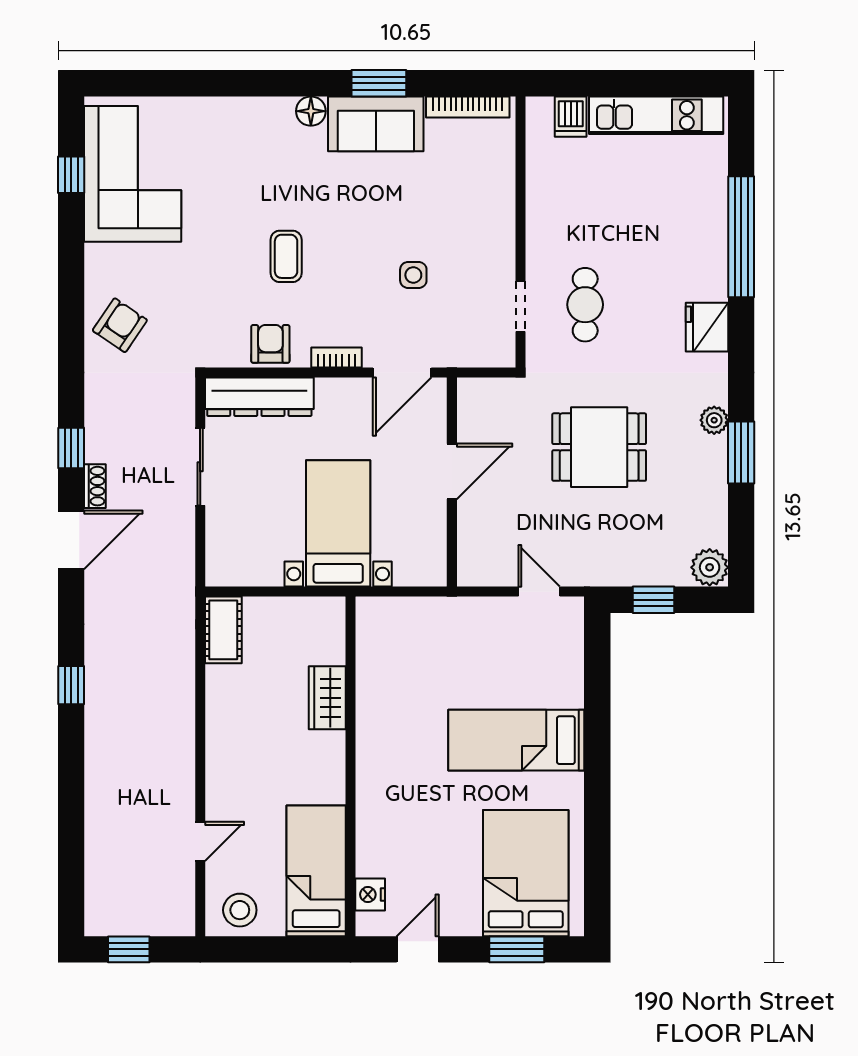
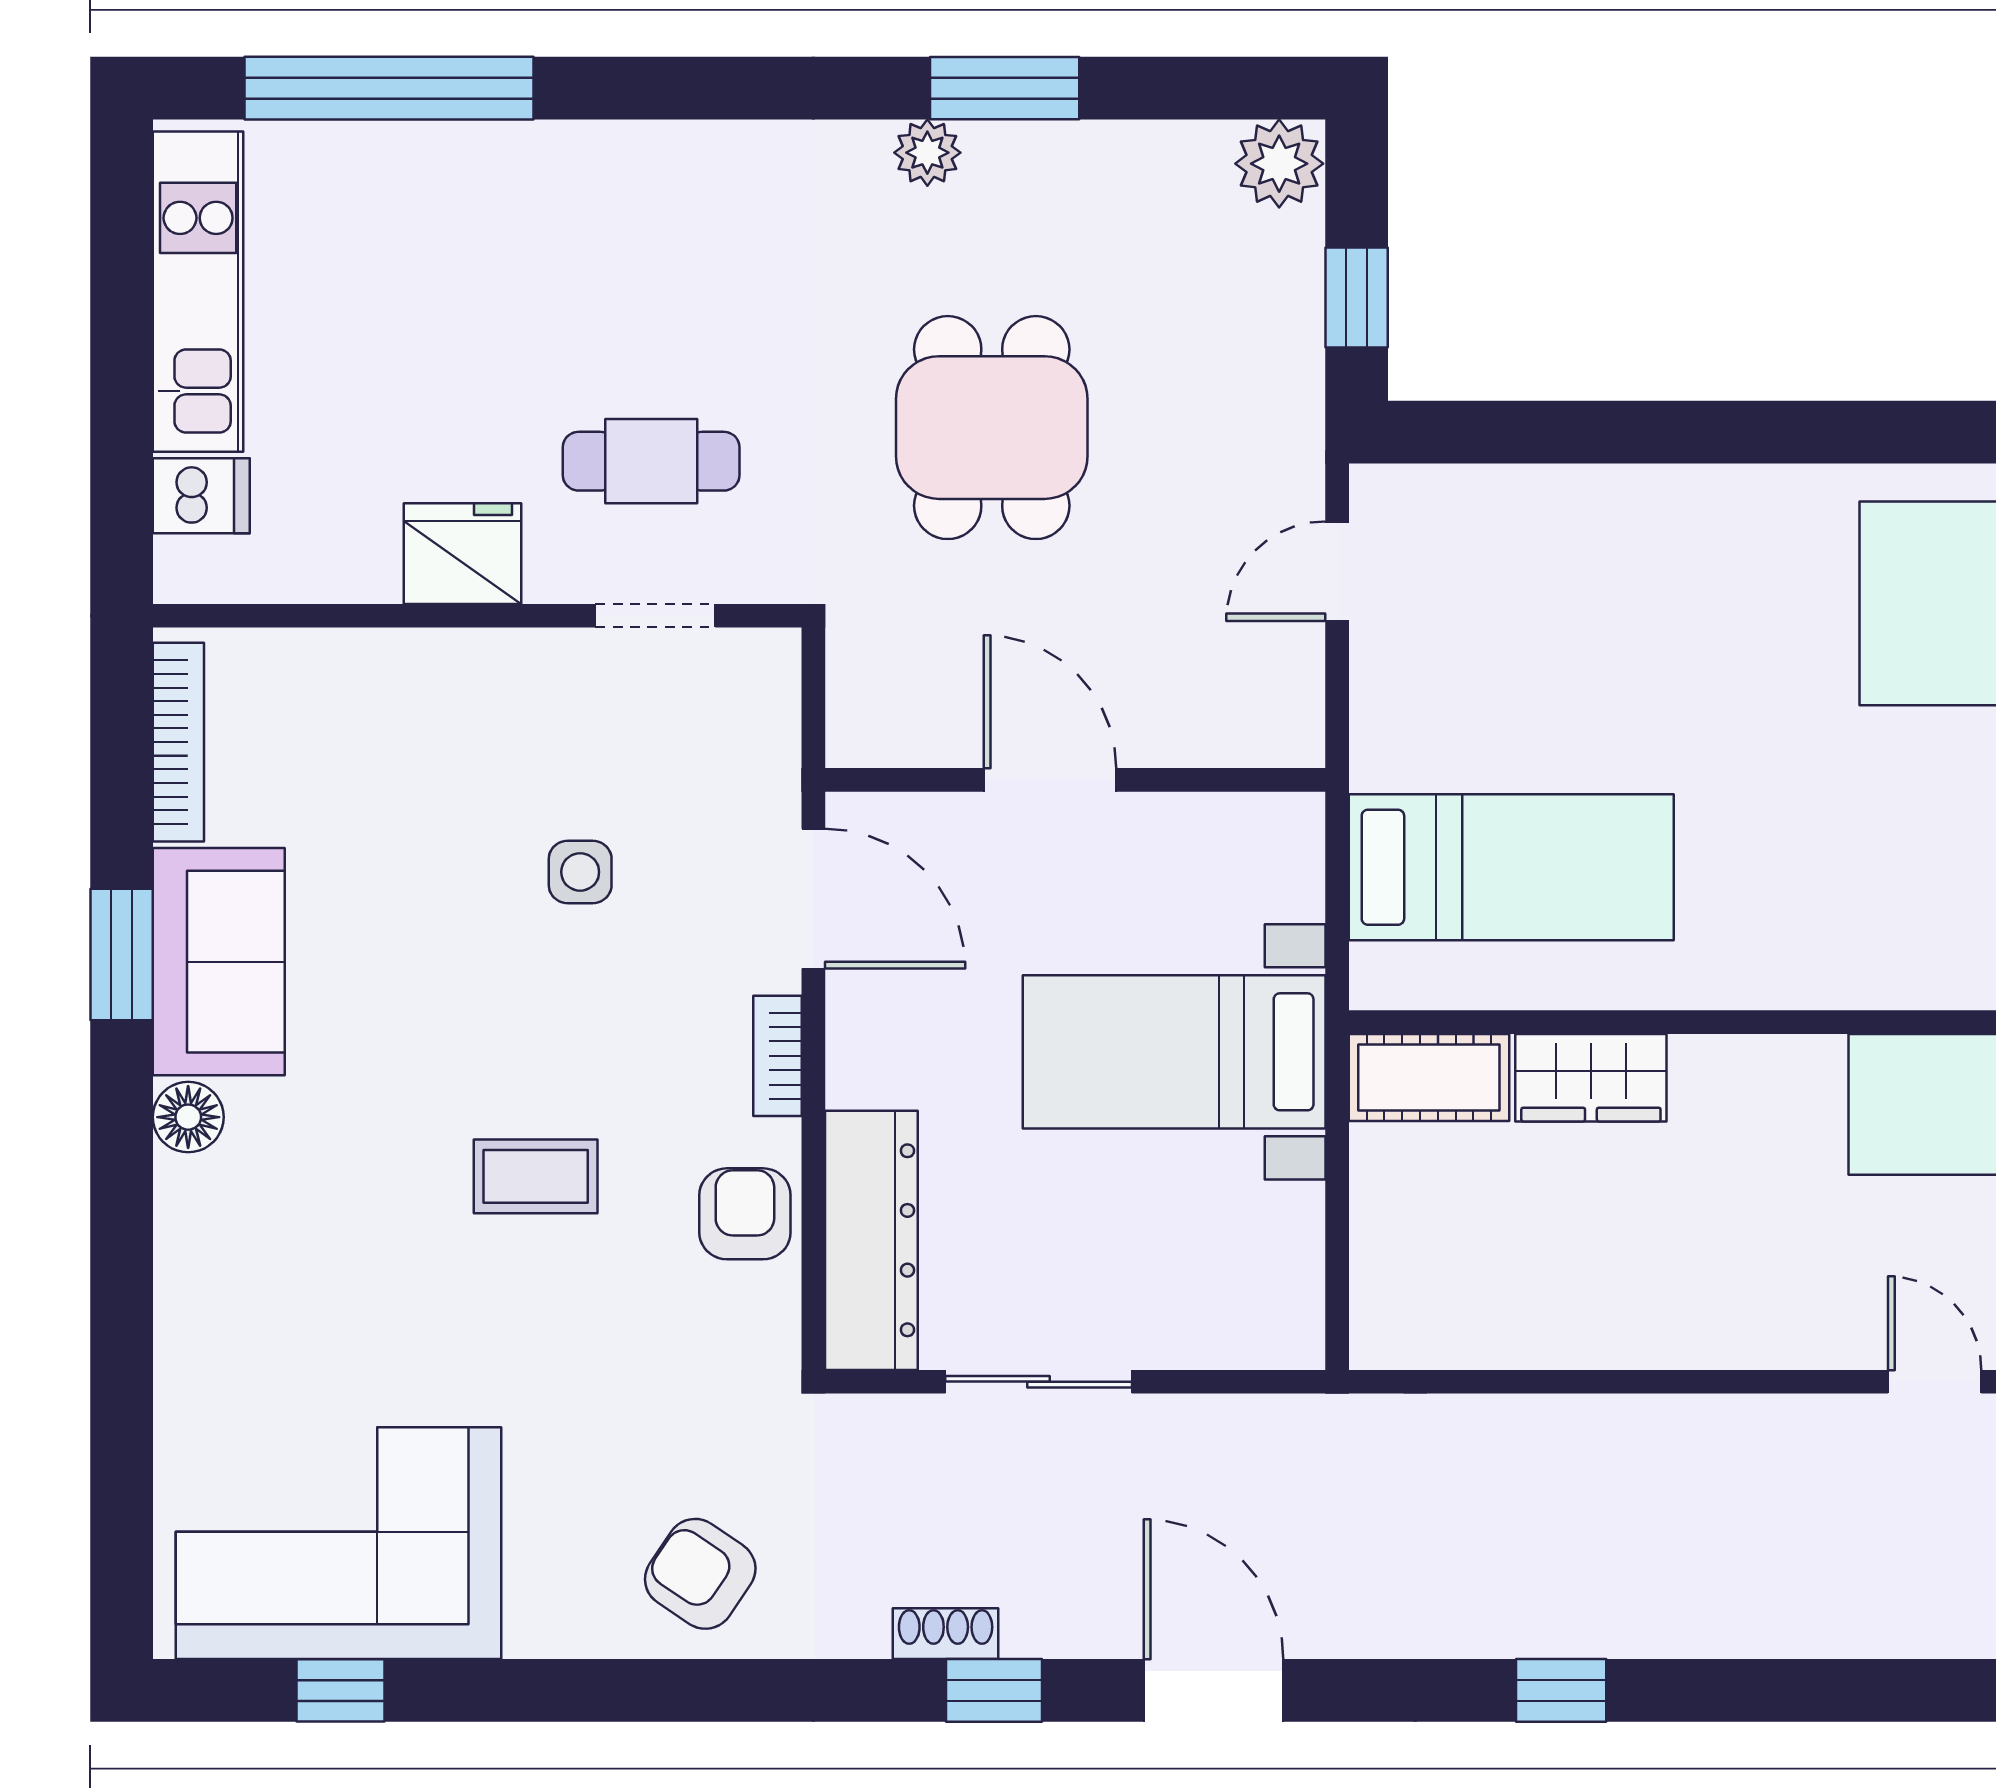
window: (741, 237) -> (389, 88), moved
fridge: (707, 327) -> (463, 554), moved, turned 180
armchair: (270, 344) -> (745, 1214), turned 90
shoe rack: (95, 486) -> (946, 1634), moved
cot: (223, 630) -> (1429, 1077), moved
bed: (516, 740) -> (1511, 867), moved, turned -90

